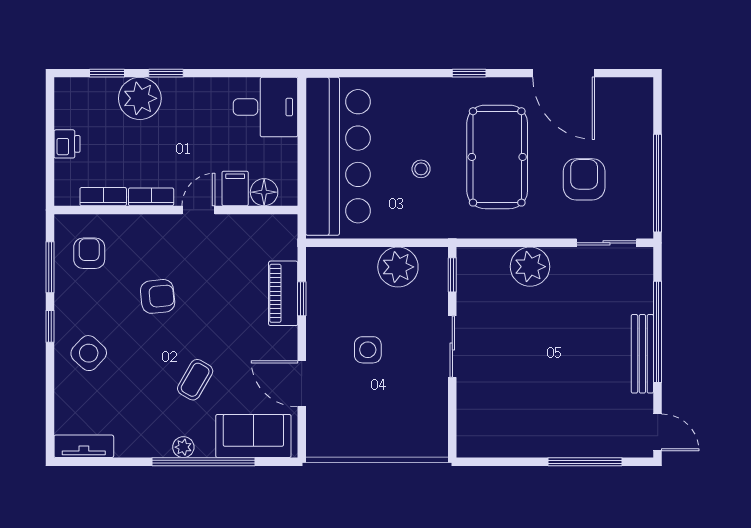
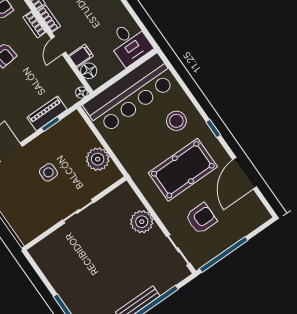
stool: (421, 169) -> (176, 121), moved, width x1.89, depth x1.89
door: (198, 210) -> (58, 46), swing flipped
bookcase: (145, 223) -> (35, 25), added
floor lamp: (288, 224) -> (82, 93), added
window: (452, 275) -> (112, 188), removed

